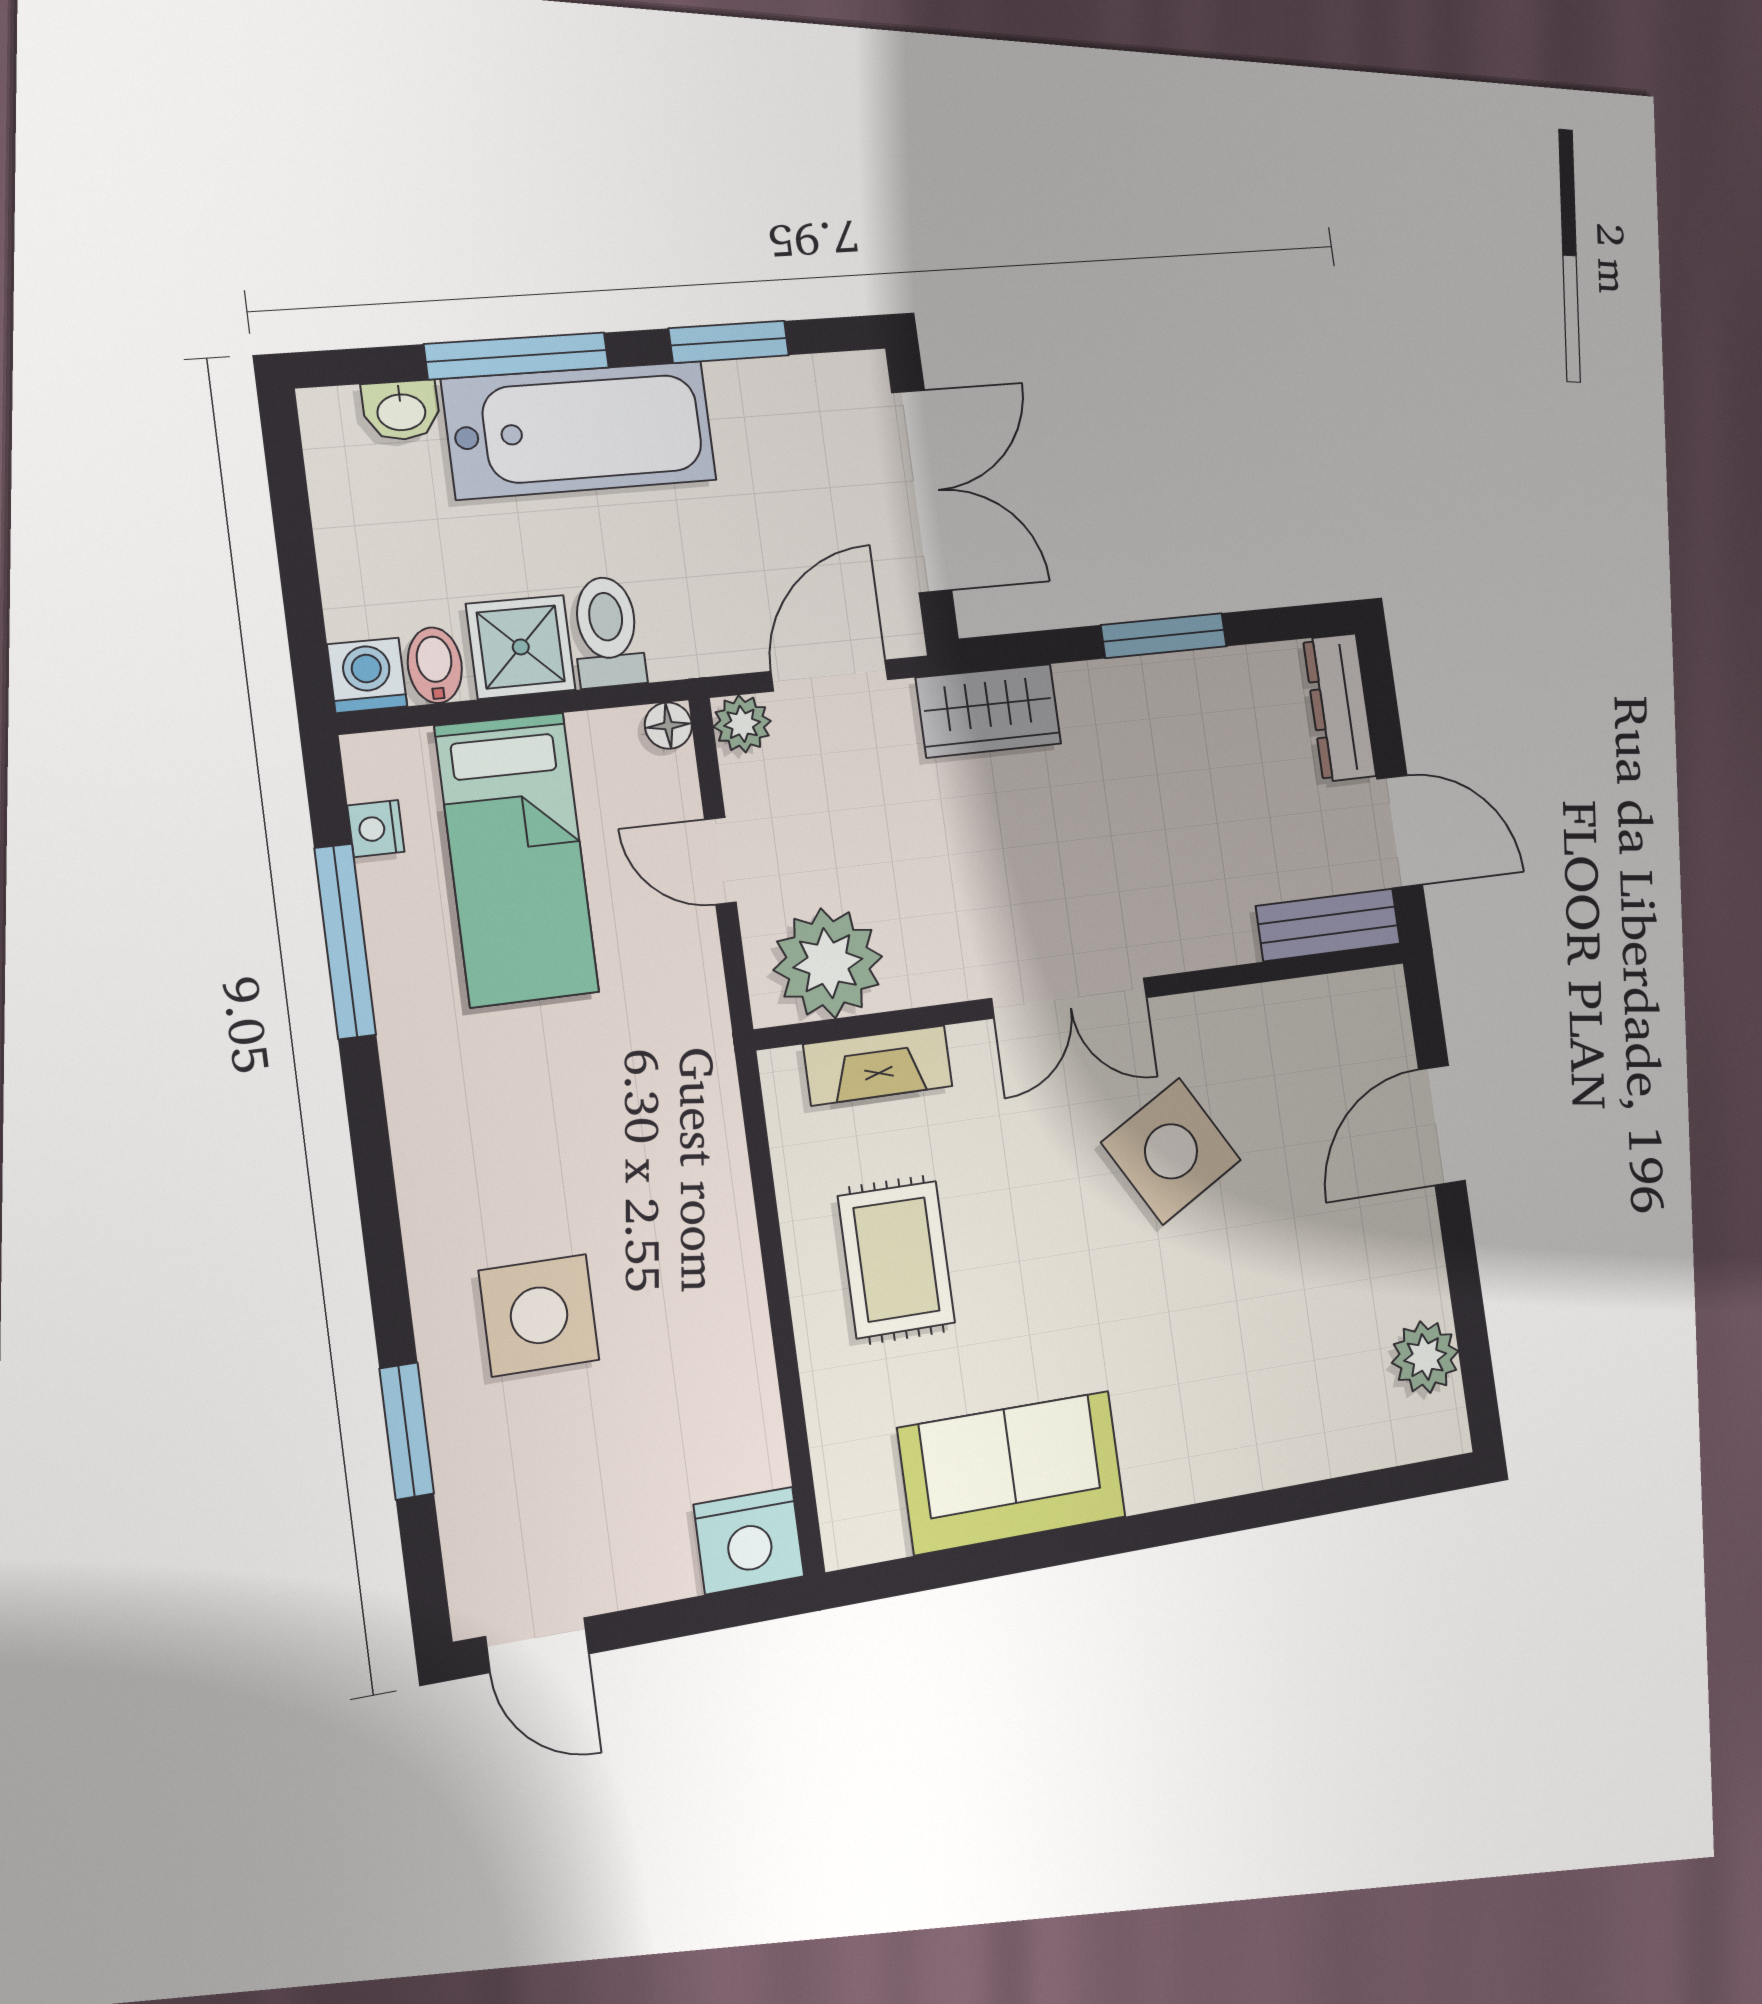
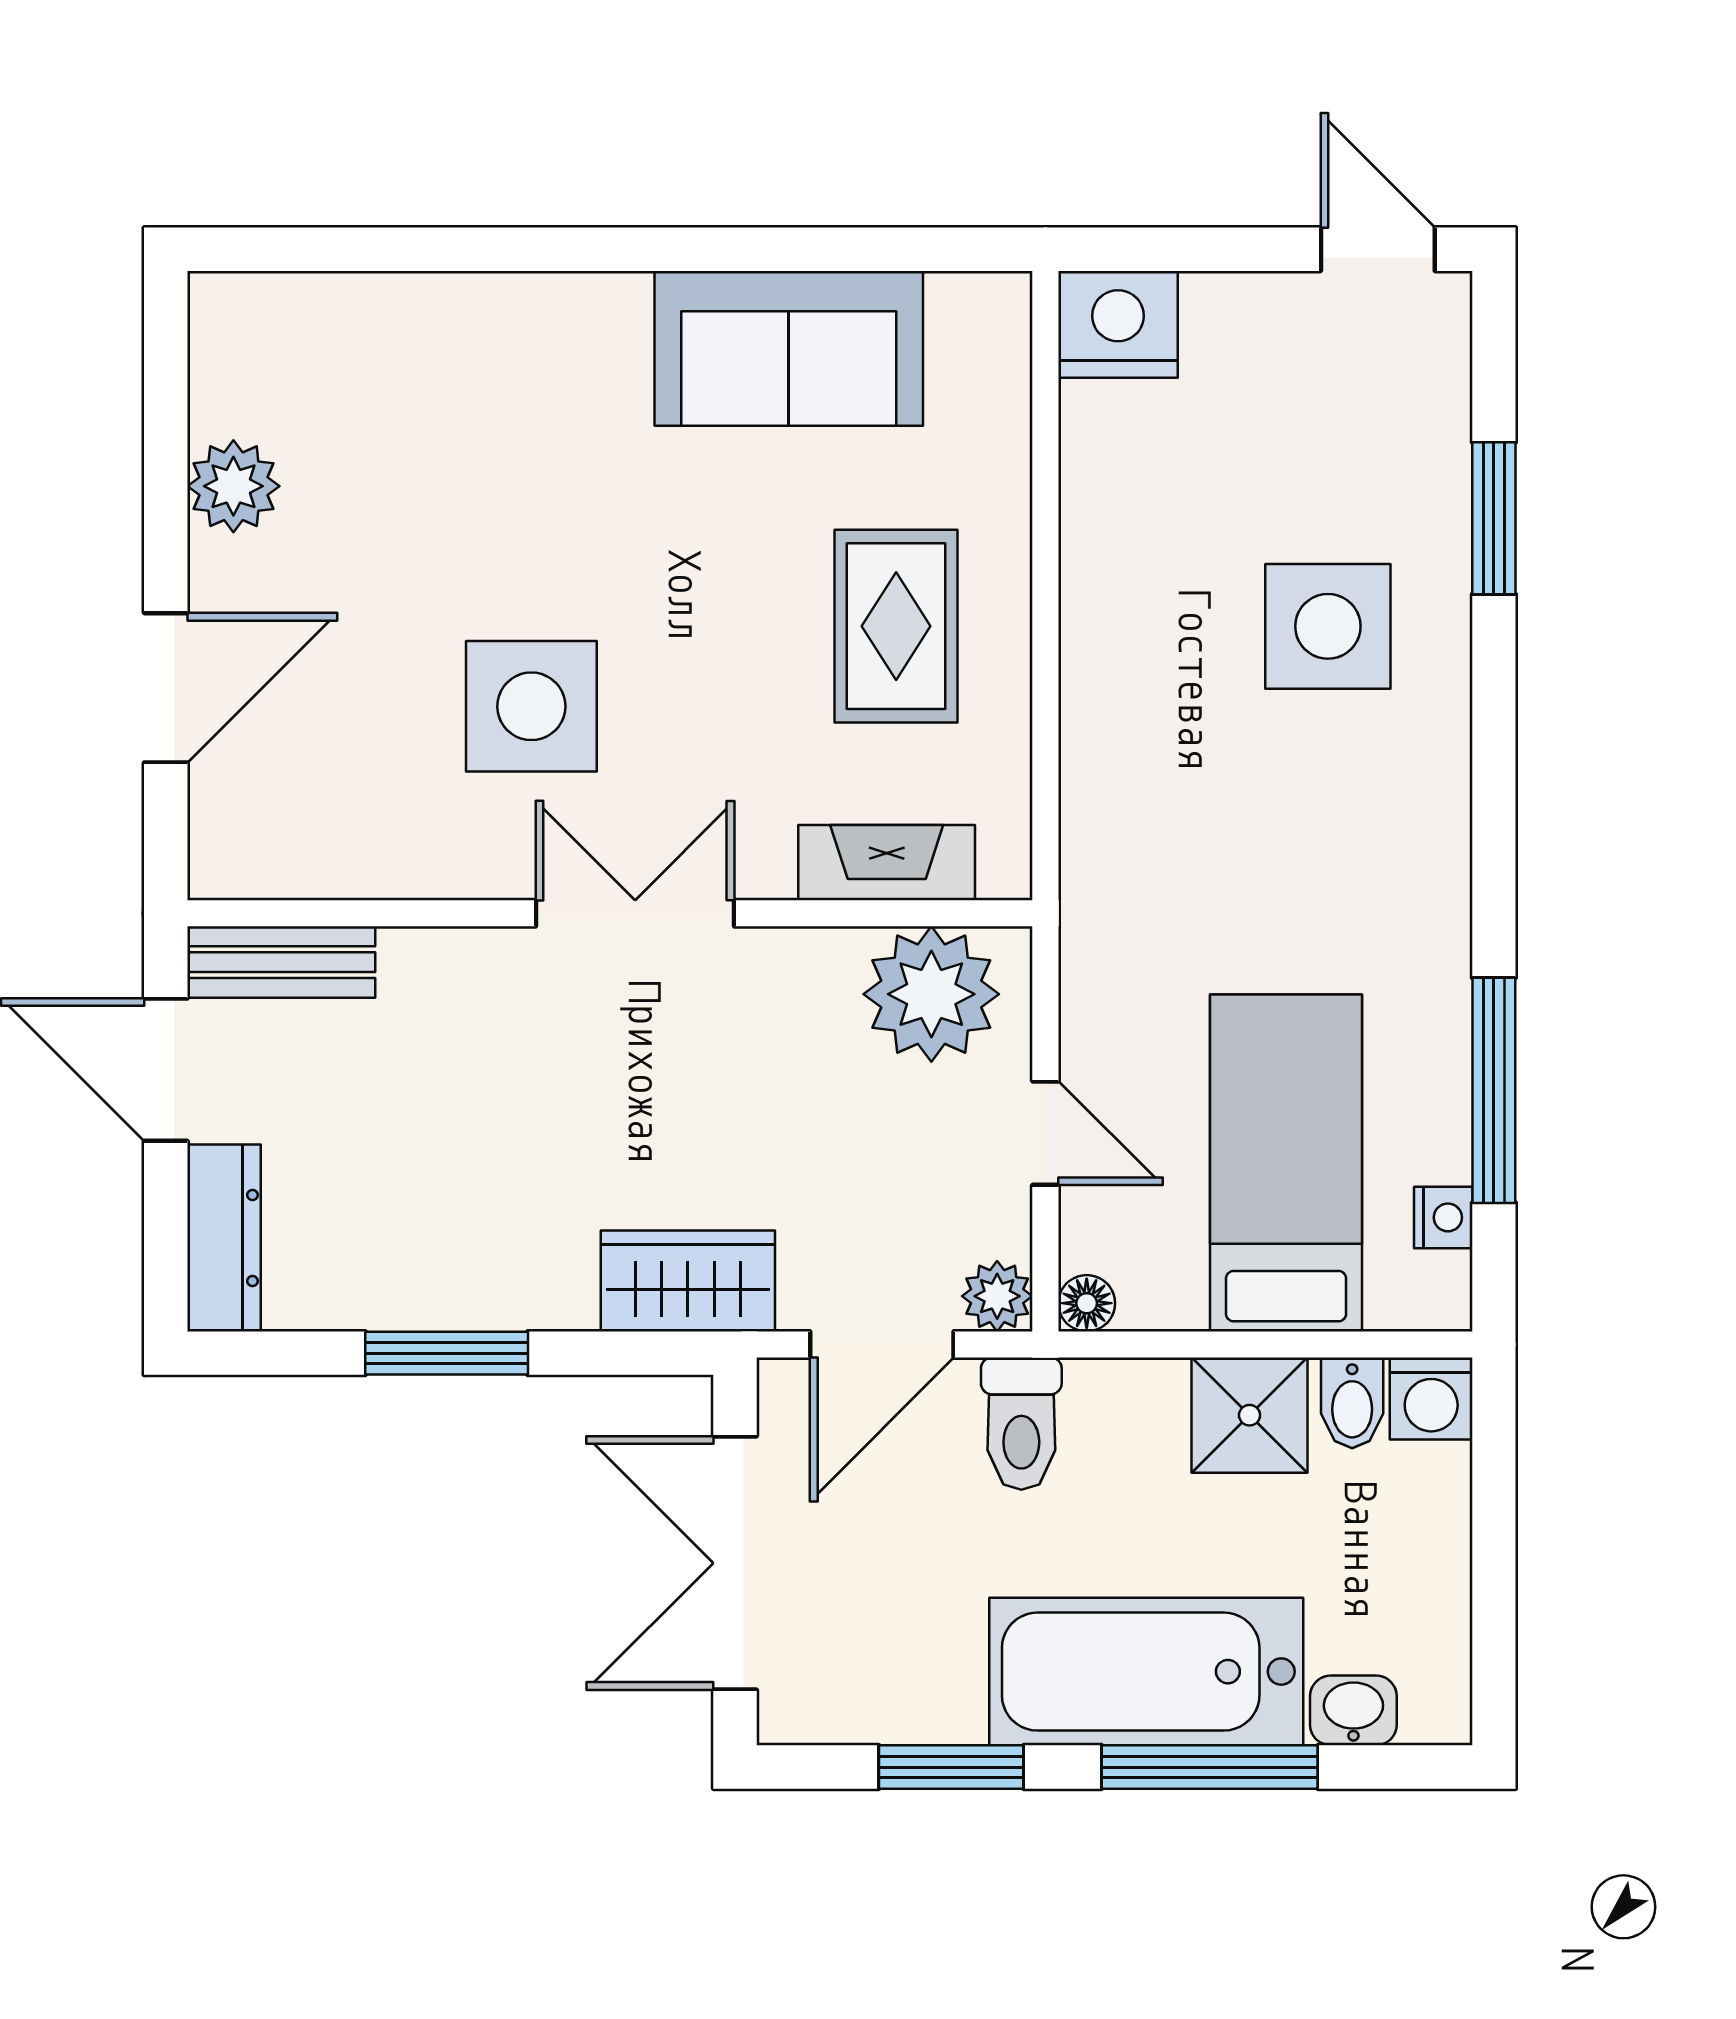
toilet: (608, 632) -> (1021, 1424), moved
side table: (1171, 1151) -> (531, 706), turned 30
plant: (1425, 1357) -> (233, 486), moved

